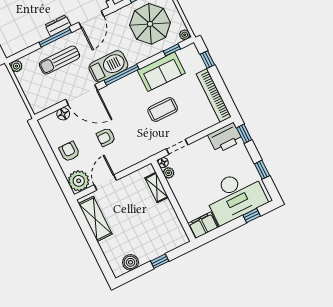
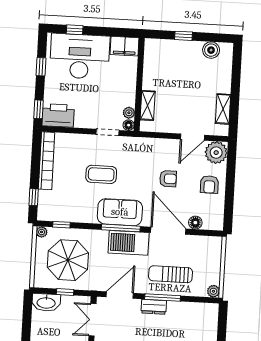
sun lounger: (59, 60) -> (170, 274), turned 180
sofa: (161, 72) -> (120, 212), moved
shelving: (95, 219) -> (223, 109), width x0.67, depth x0.75

